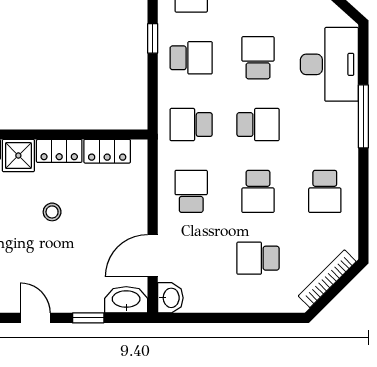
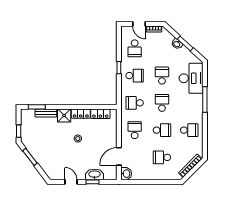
school desk: (258, 125) -> (162, 103), turned -90
school desk: (258, 191) -> (162, 130), turned -90
school desk: (325, 191) -> (189, 130), turned -90
washbasin: (126, 300) -> (95, 174), moved

